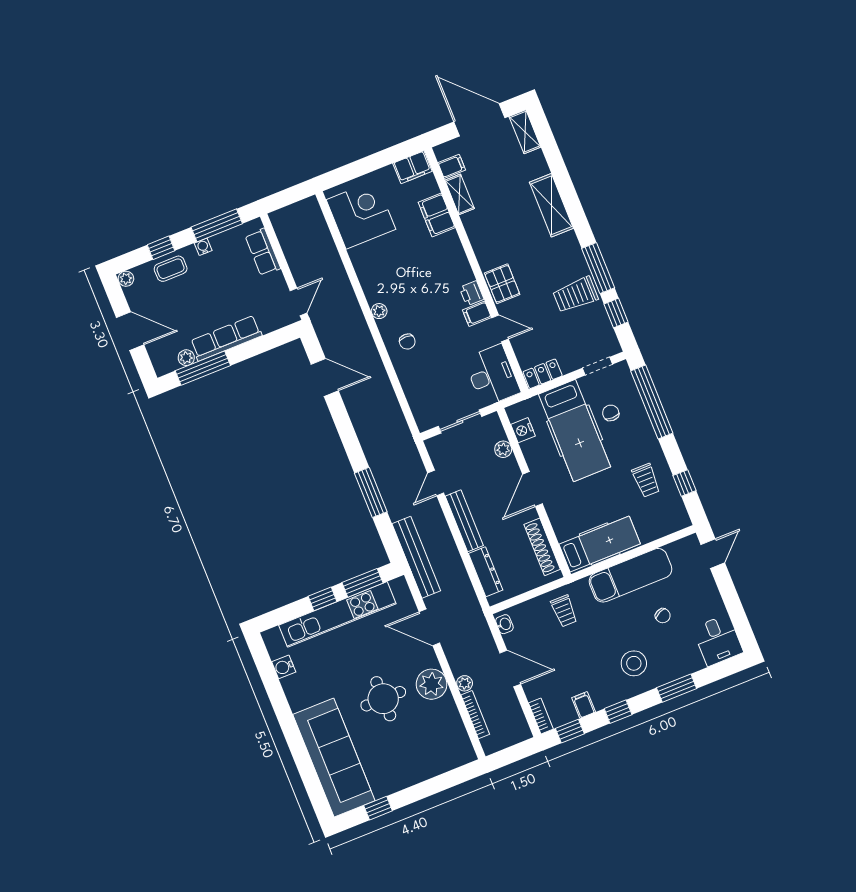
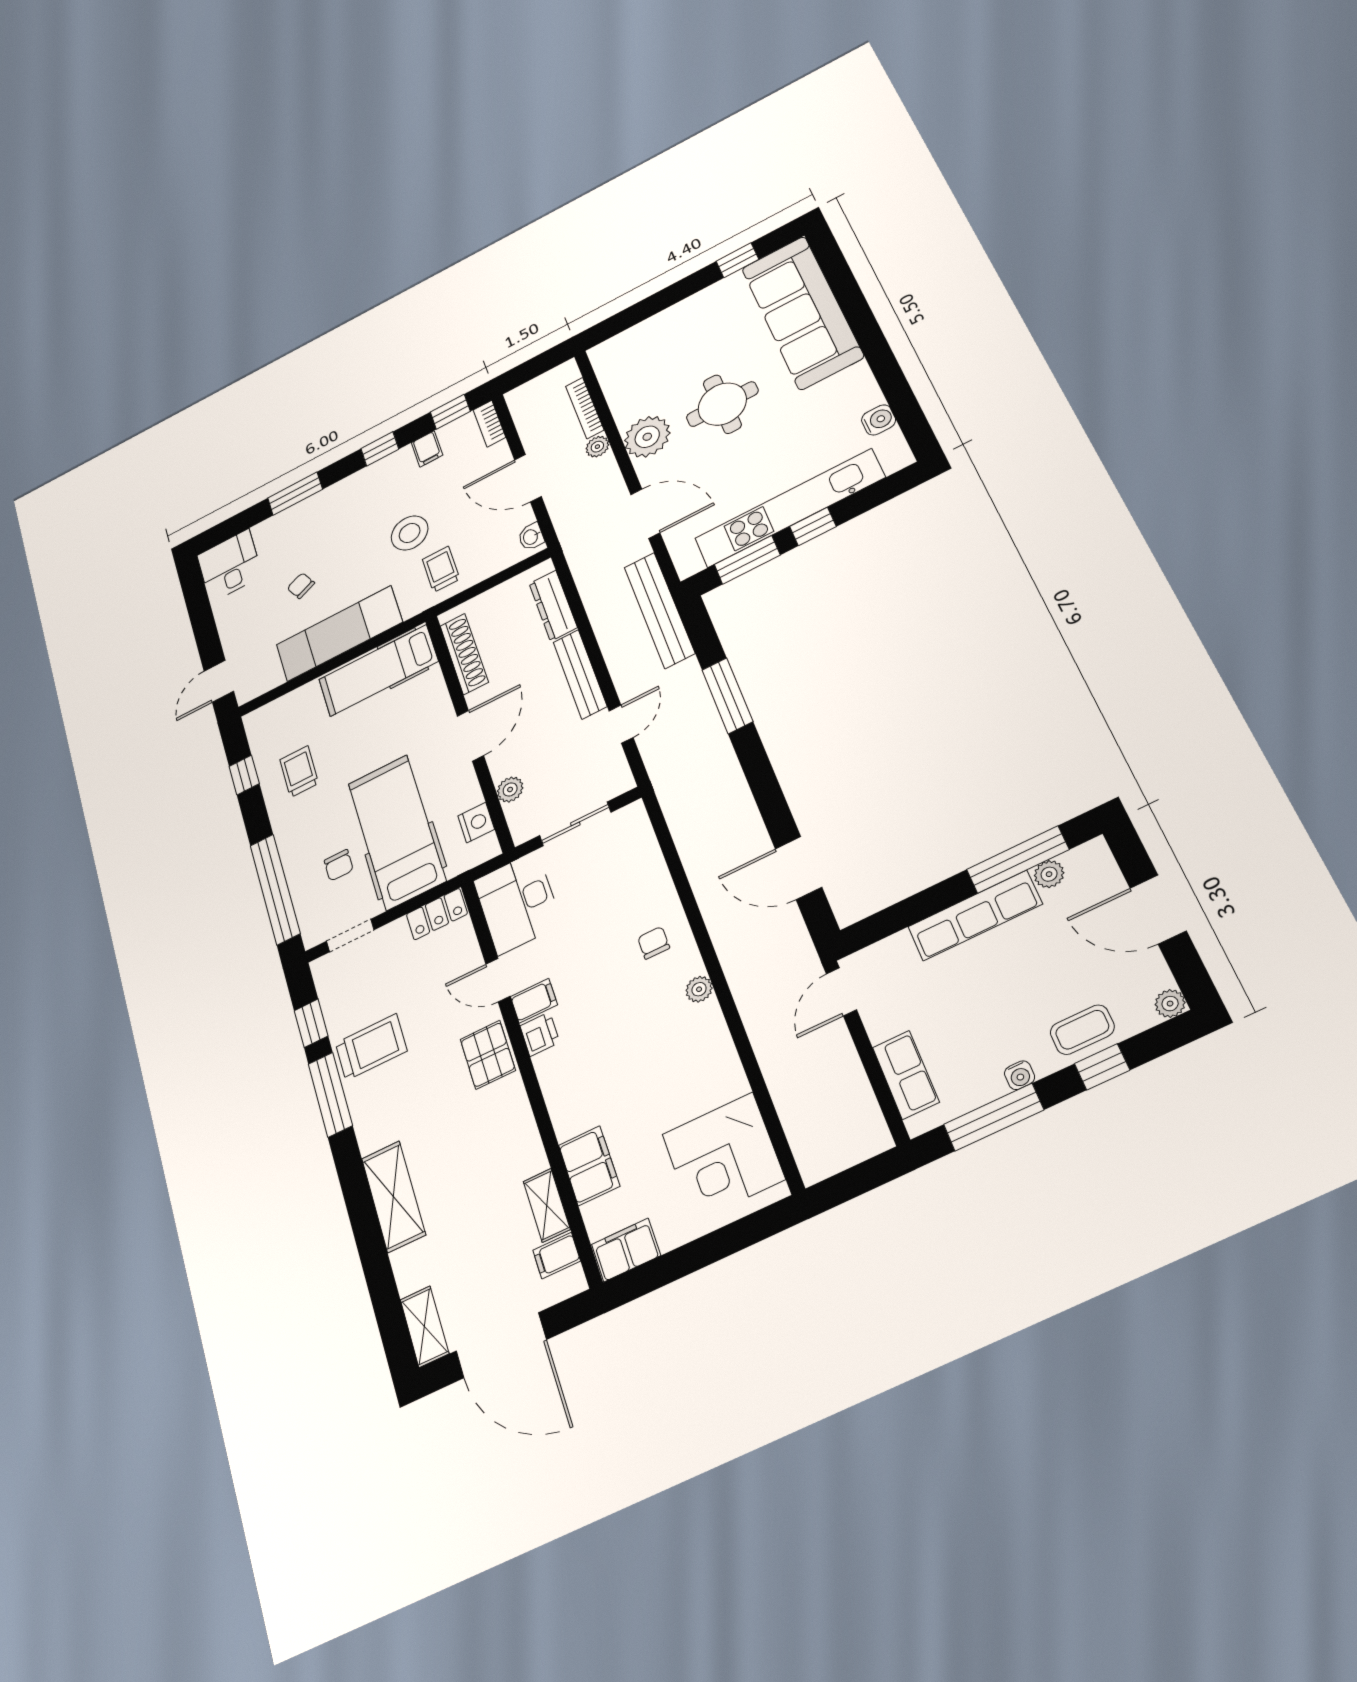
stool: (634, 663) -> (410, 533), moved

